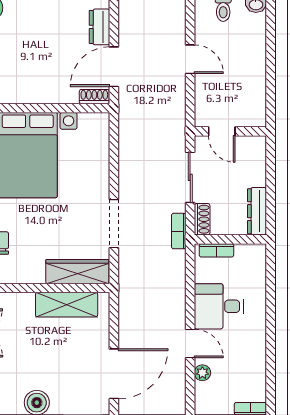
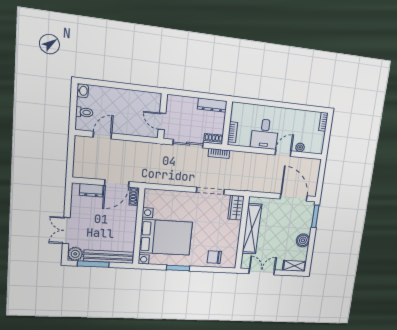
door: (190, 59) -> (102, 135), moved
door: (114, 67) -> (117, 183), hinge flipped
door: (222, 131) -> (162, 121), swing flipped
wardrobe: (77, 272) -> (236, 208), width x0.67
shelving: (67, 305) -> (252, 229), width x1.47

